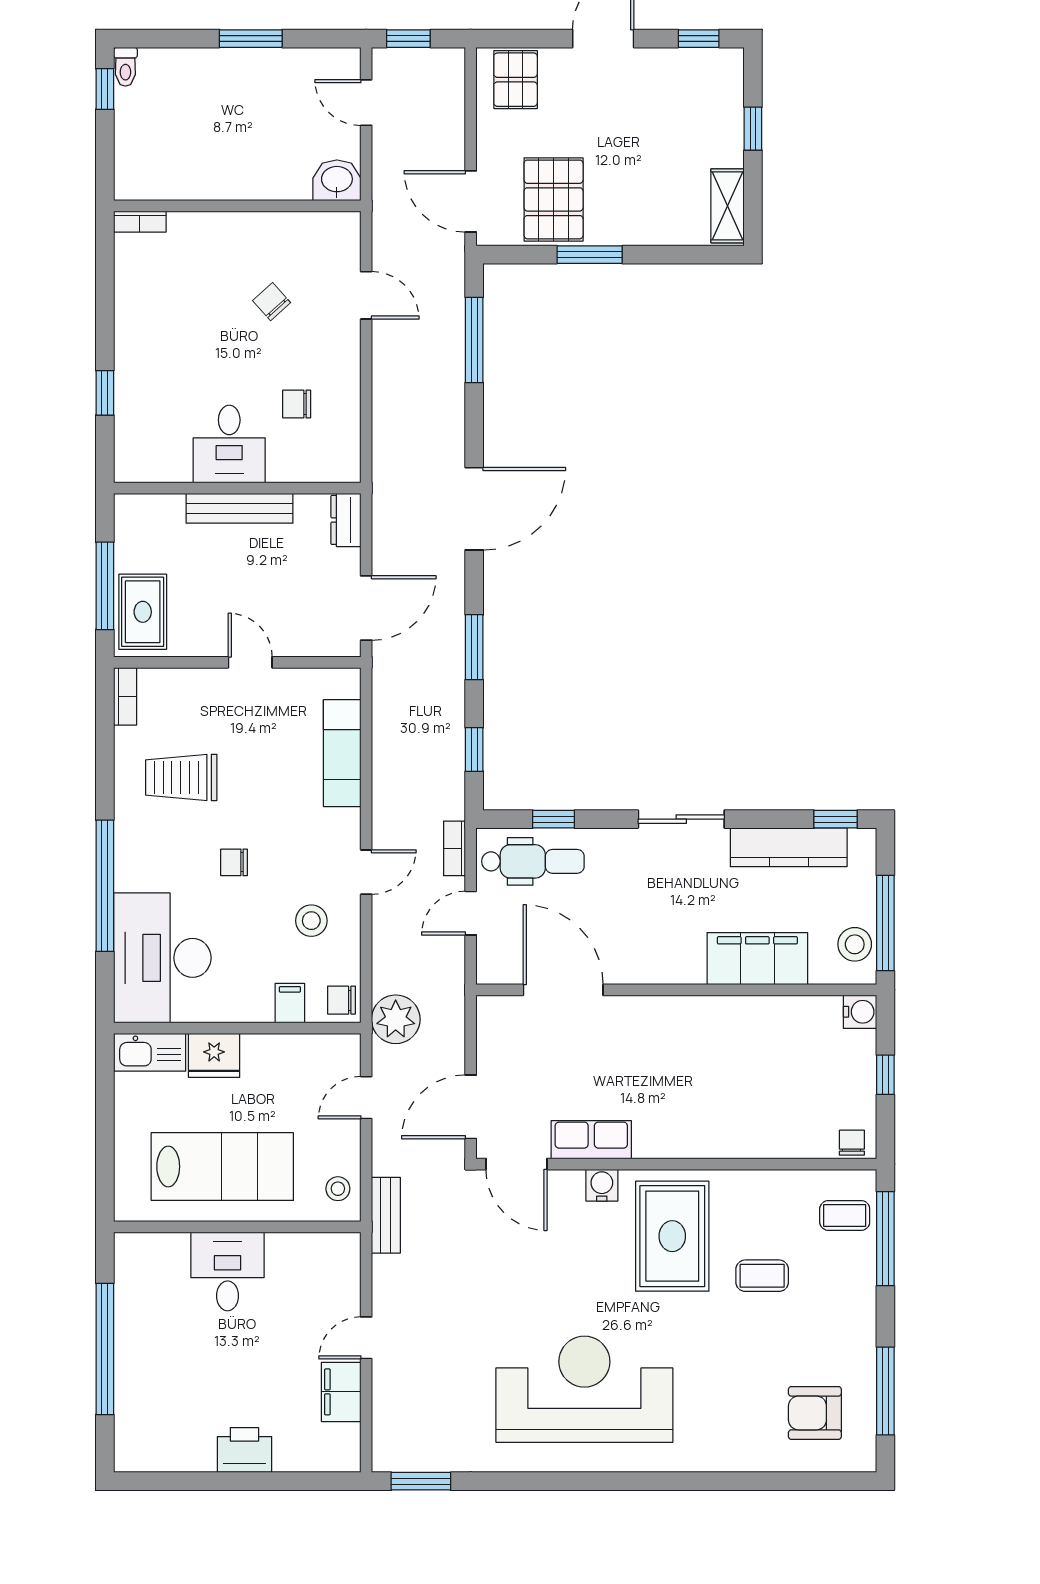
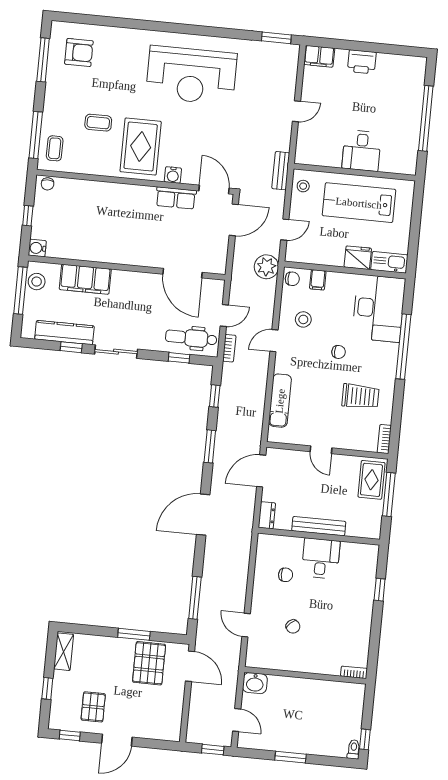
pallet: (516, 80) -> (93, 707), moved
window: (836, 819) -> (71, 347), moved
coffee table: (845, 1215) -> (55, 148), turned 90
filing cabinet: (341, 1392) -> (319, 56), moved, turned 90

